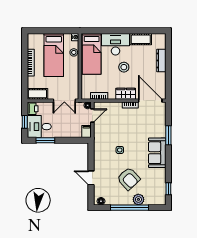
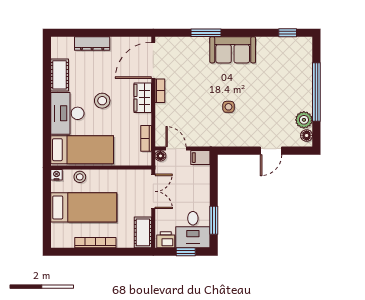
armchair: (129, 179) -> (272, 93), removed
plant: (138, 199) -> (304, 120), moved

